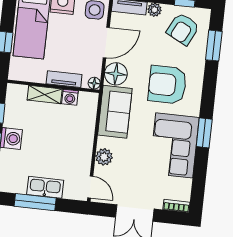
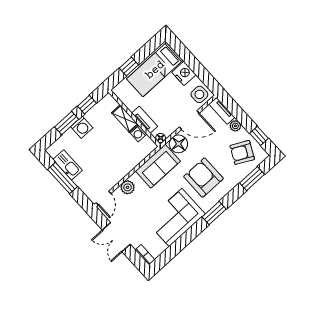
window: (204, 133) -> (214, 213), moved
kitchen sink: (45, 187) -> (68, 165), moved

